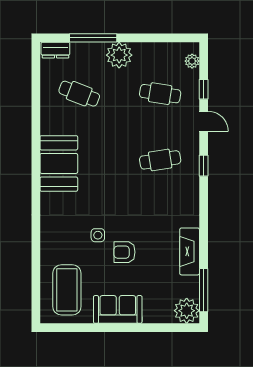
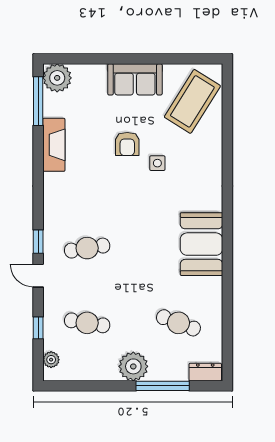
door: (204, 121) -> (38, 276), moved
armchair: (125, 252) -> (127, 144), turned 90
coffee table: (67, 290) -> (192, 101), turned 32

